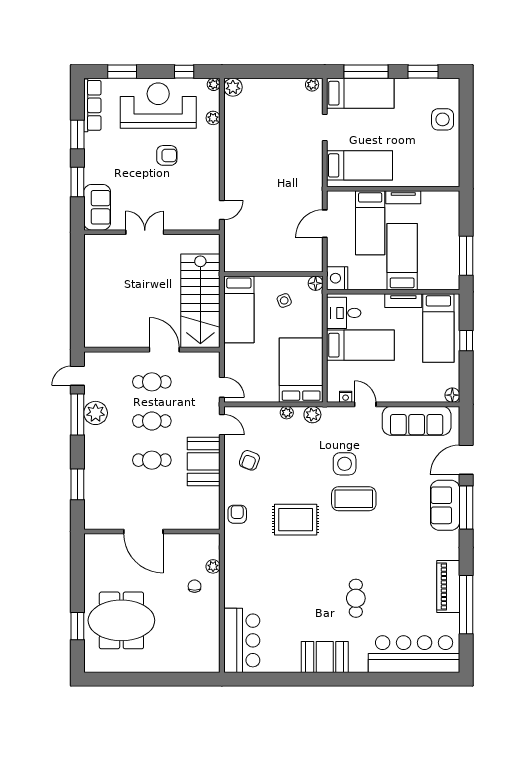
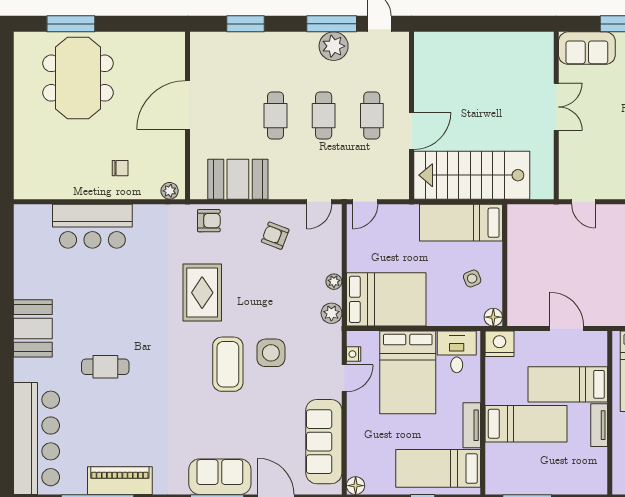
bed: (360, 345) -> (408, 372), width x1.50
booth: (204, 461) -> (238, 179), moved
plant: (213, 566) -> (170, 191), moved
window: (77, 626) -> (71, 24), width x1.44
bar counter: (242, 640) -> (92, 226), moved

